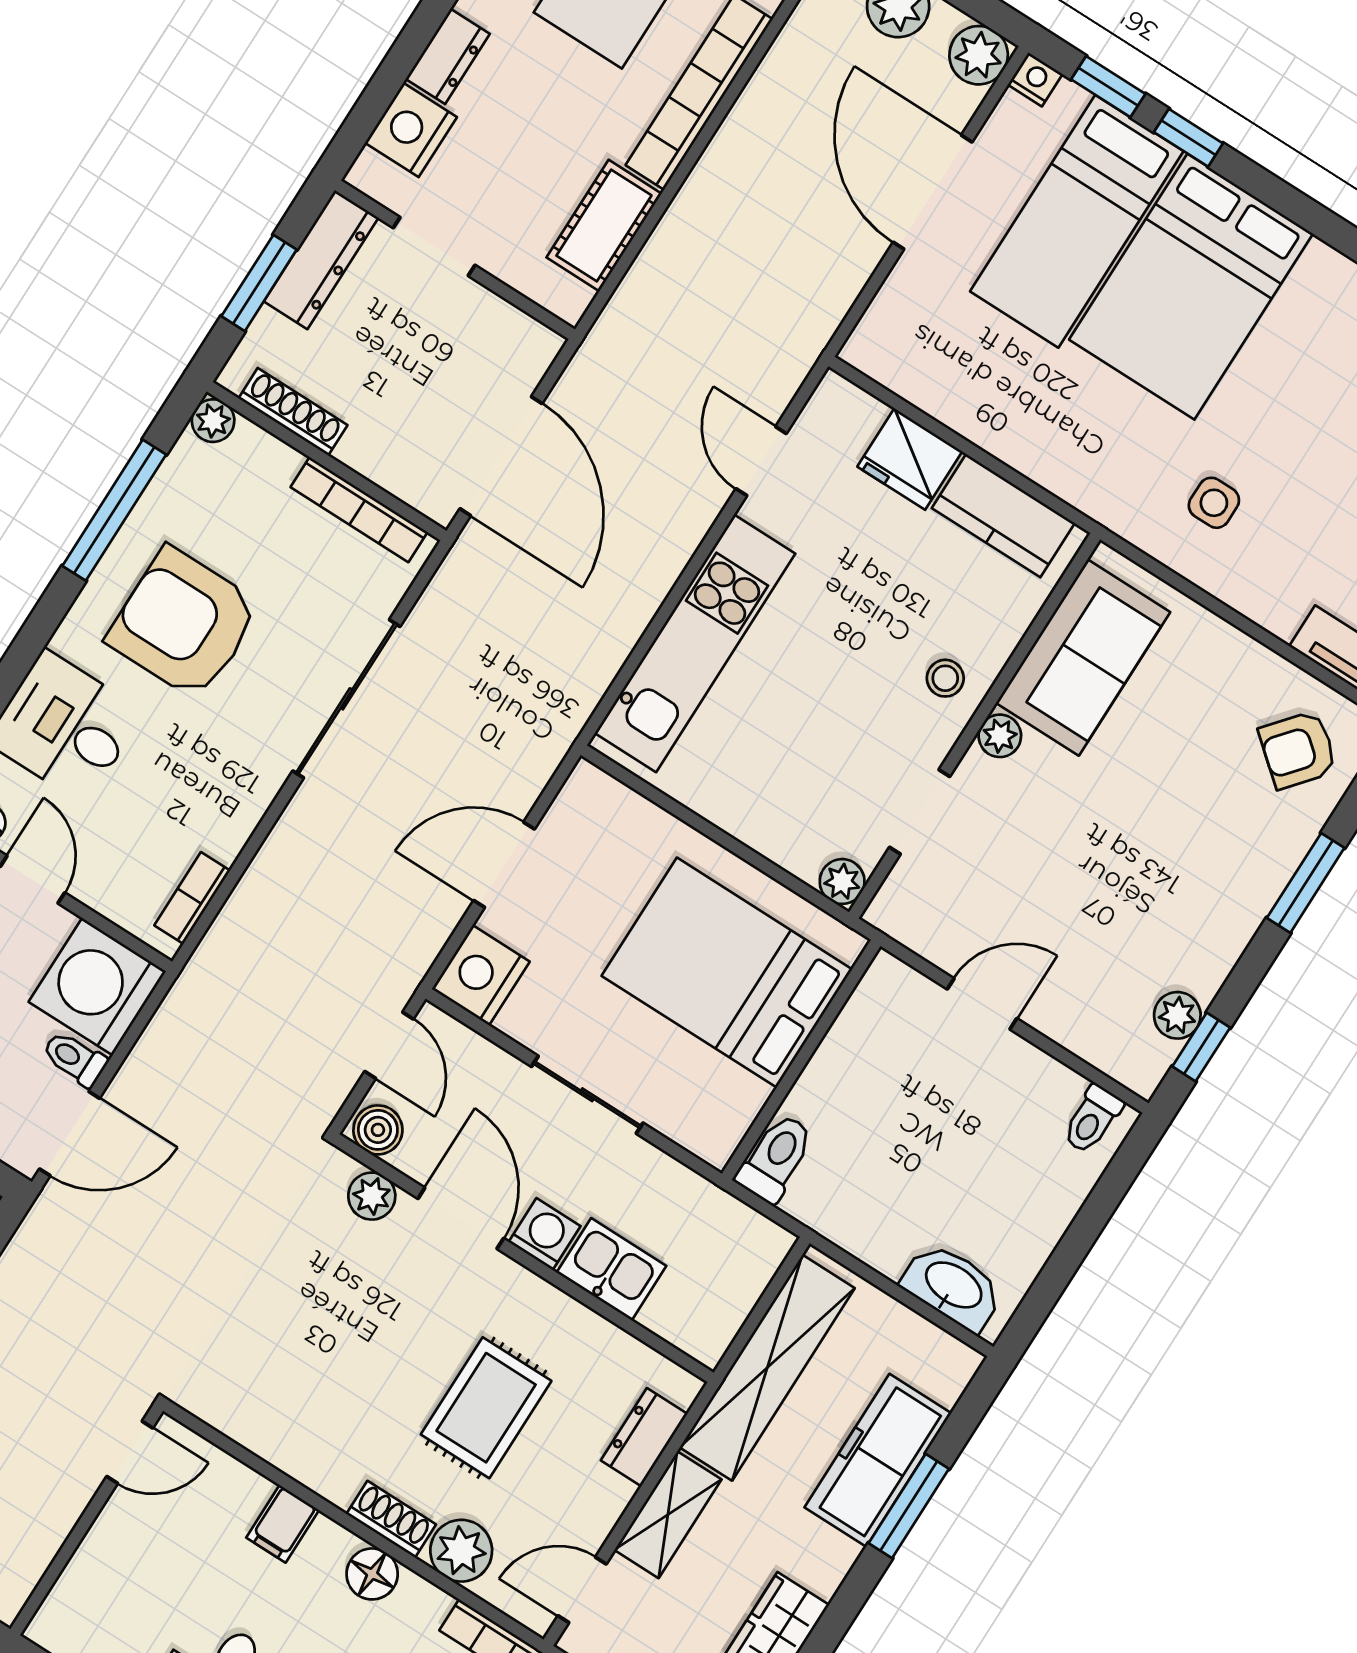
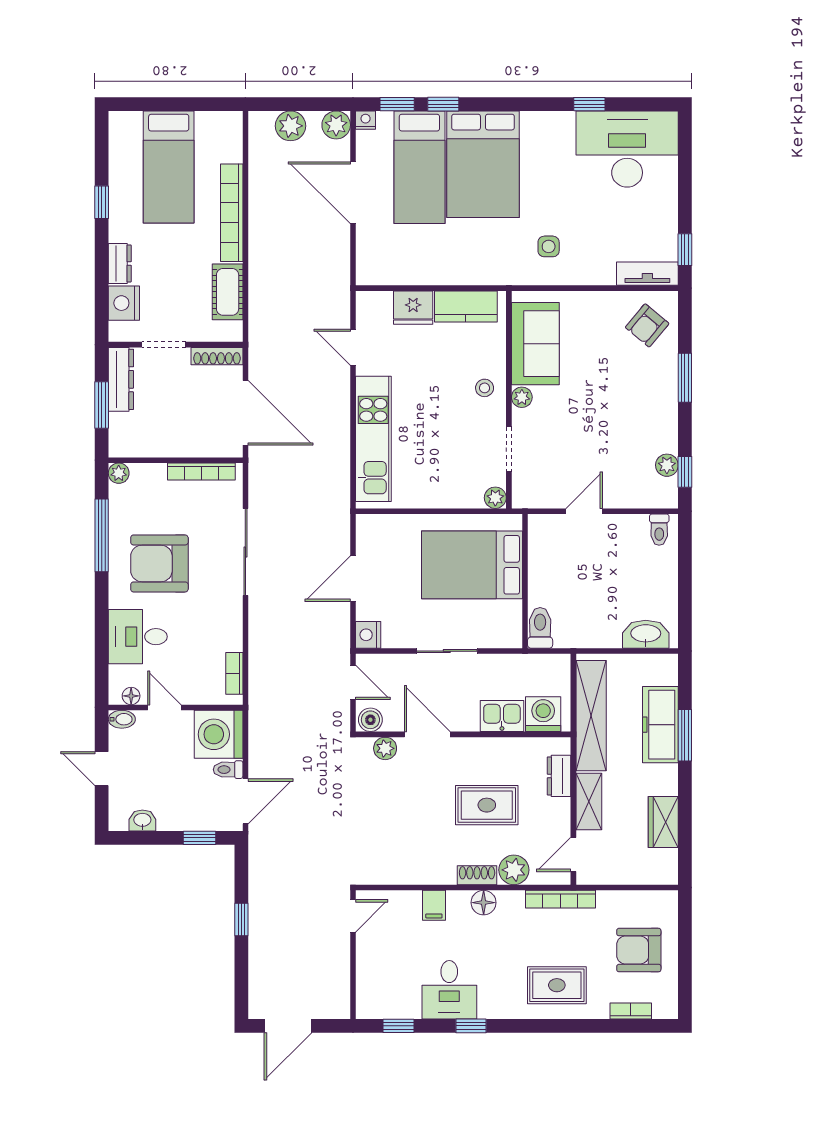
shoe rack: (293, 412) -> (217, 356), moved, turned 180
nightstand: (481, 975) -> (368, 635), width x0.74, depth x0.75
washing machine: (545, 1234) -> (543, 714), moved, width x1.38, depth x1.38
rug: (486, 1408) -> (487, 805), turned 90

